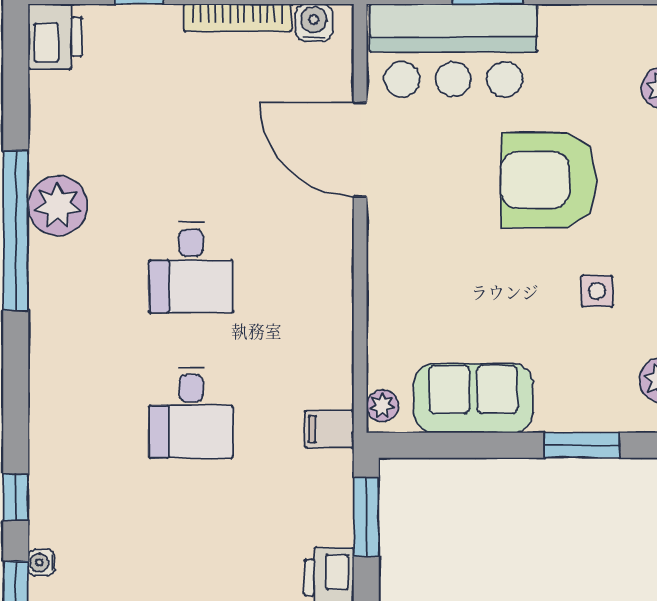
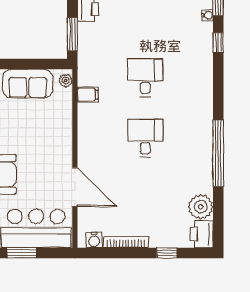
plant: (58, 206) -> (201, 207), moved
filing cabinet: (329, 429) -> (88, 95), moved

